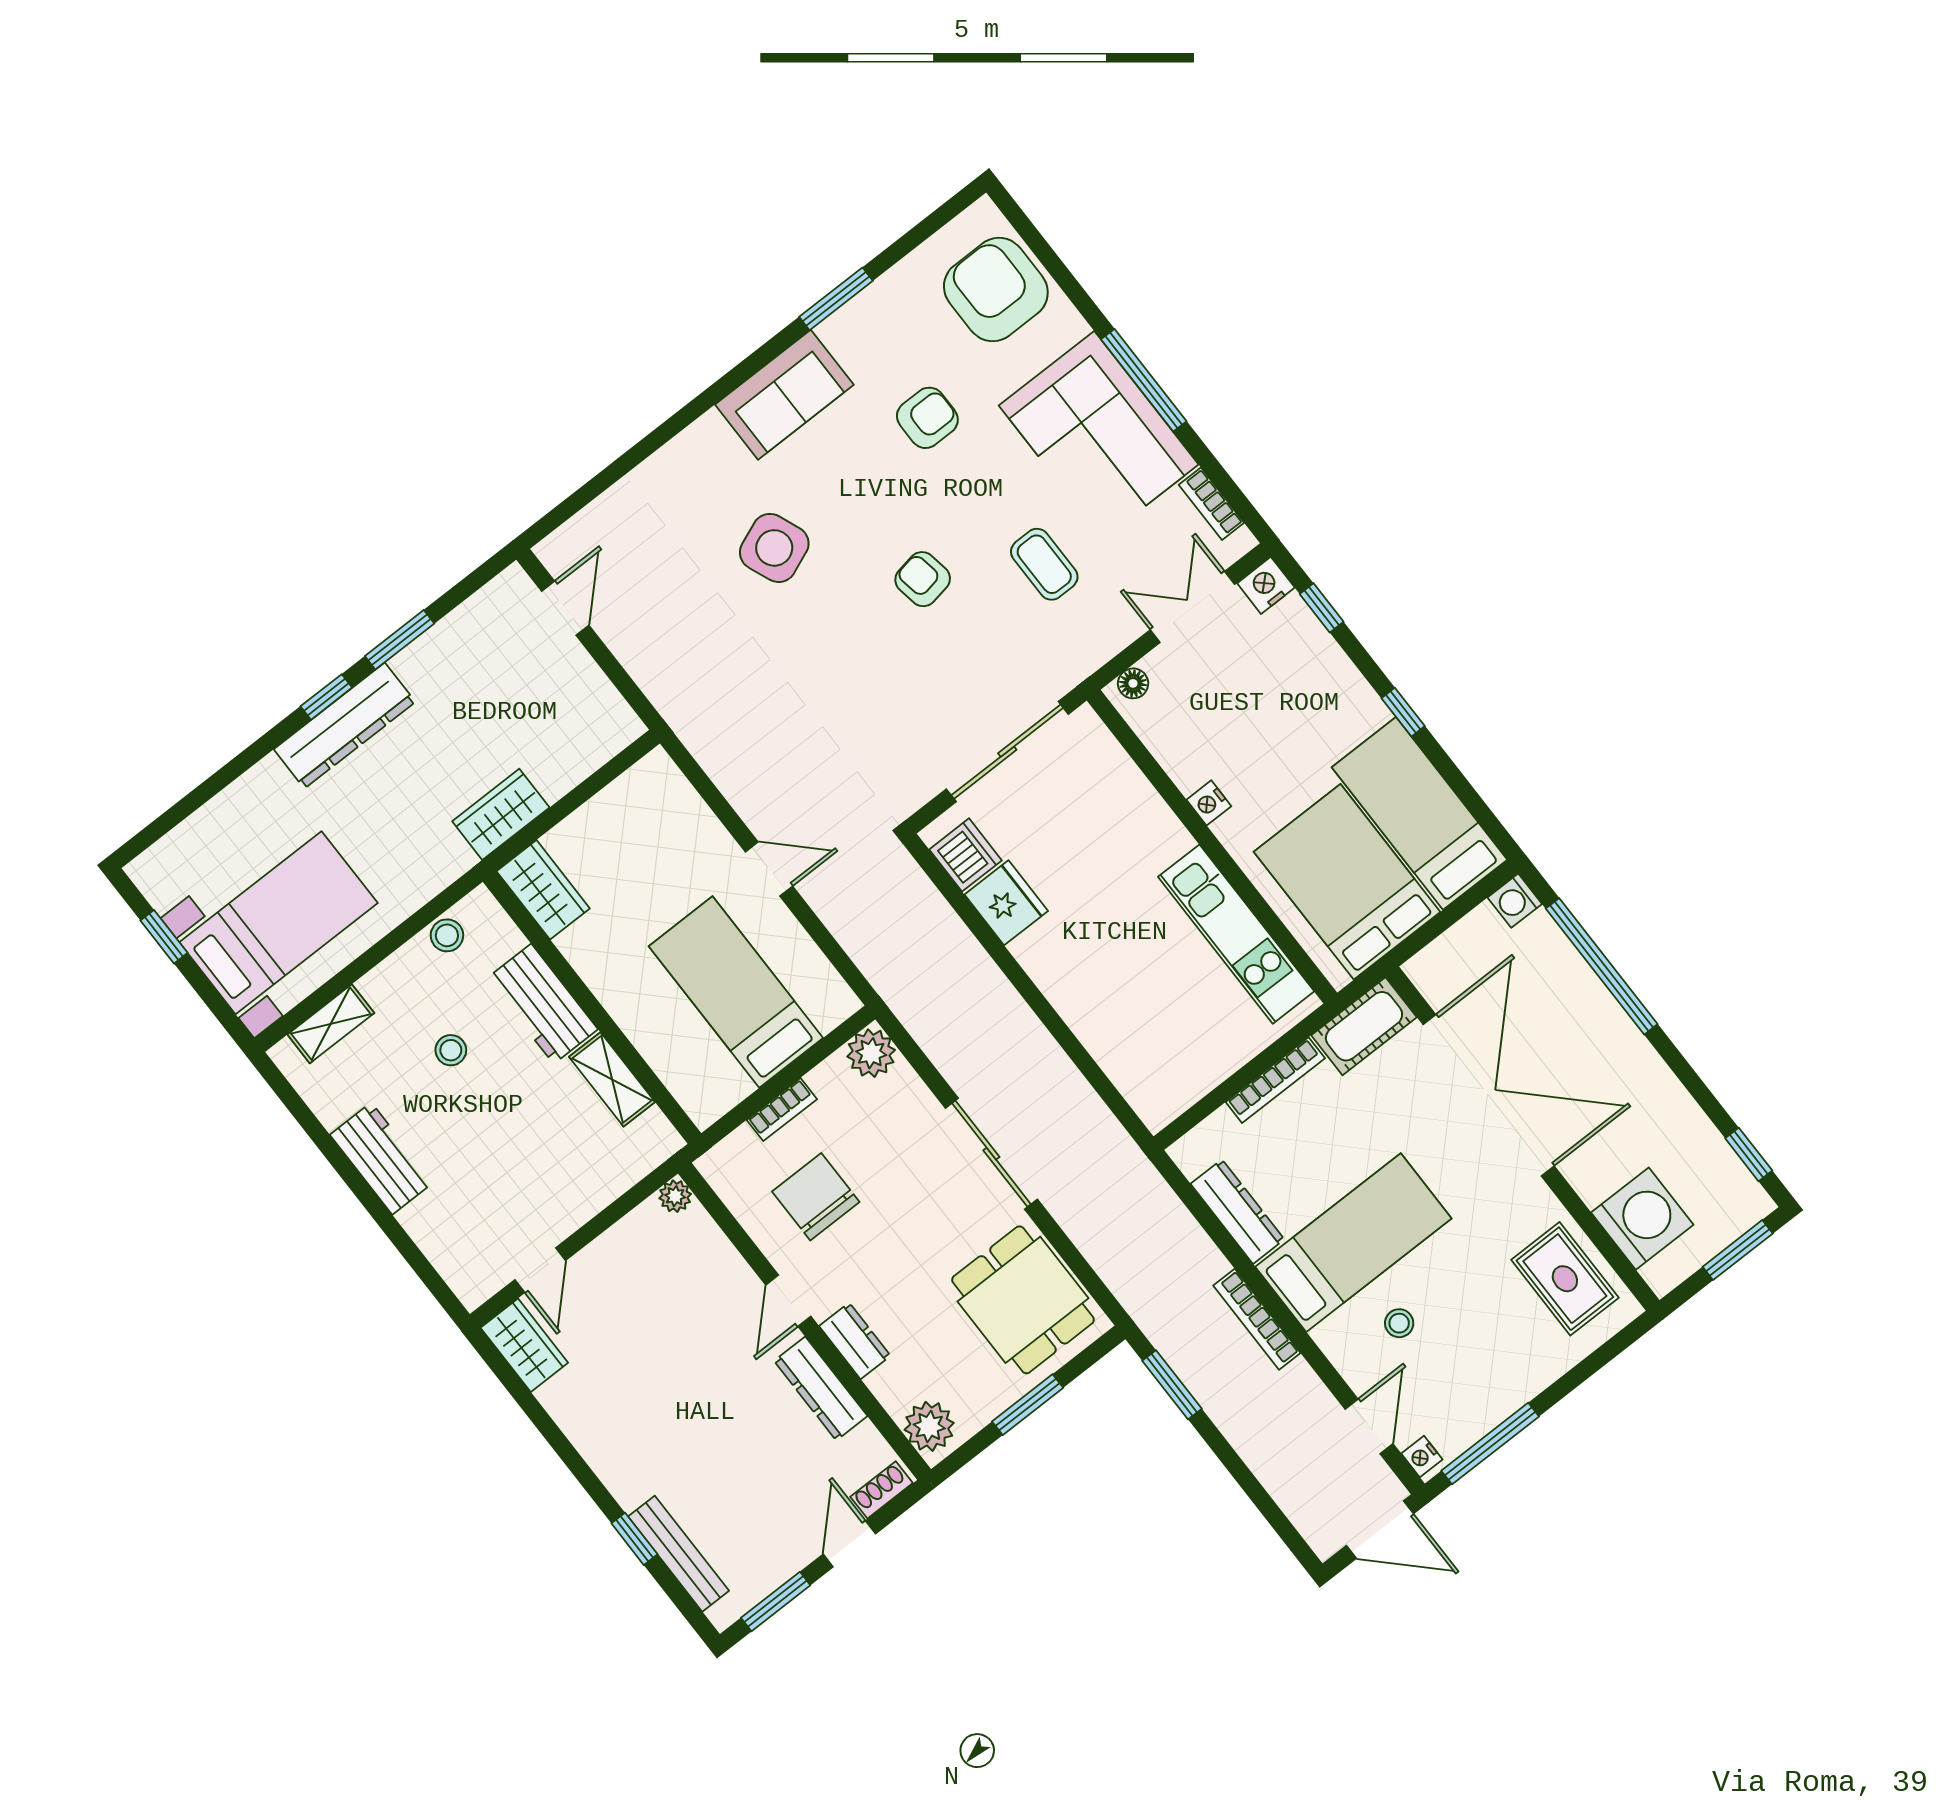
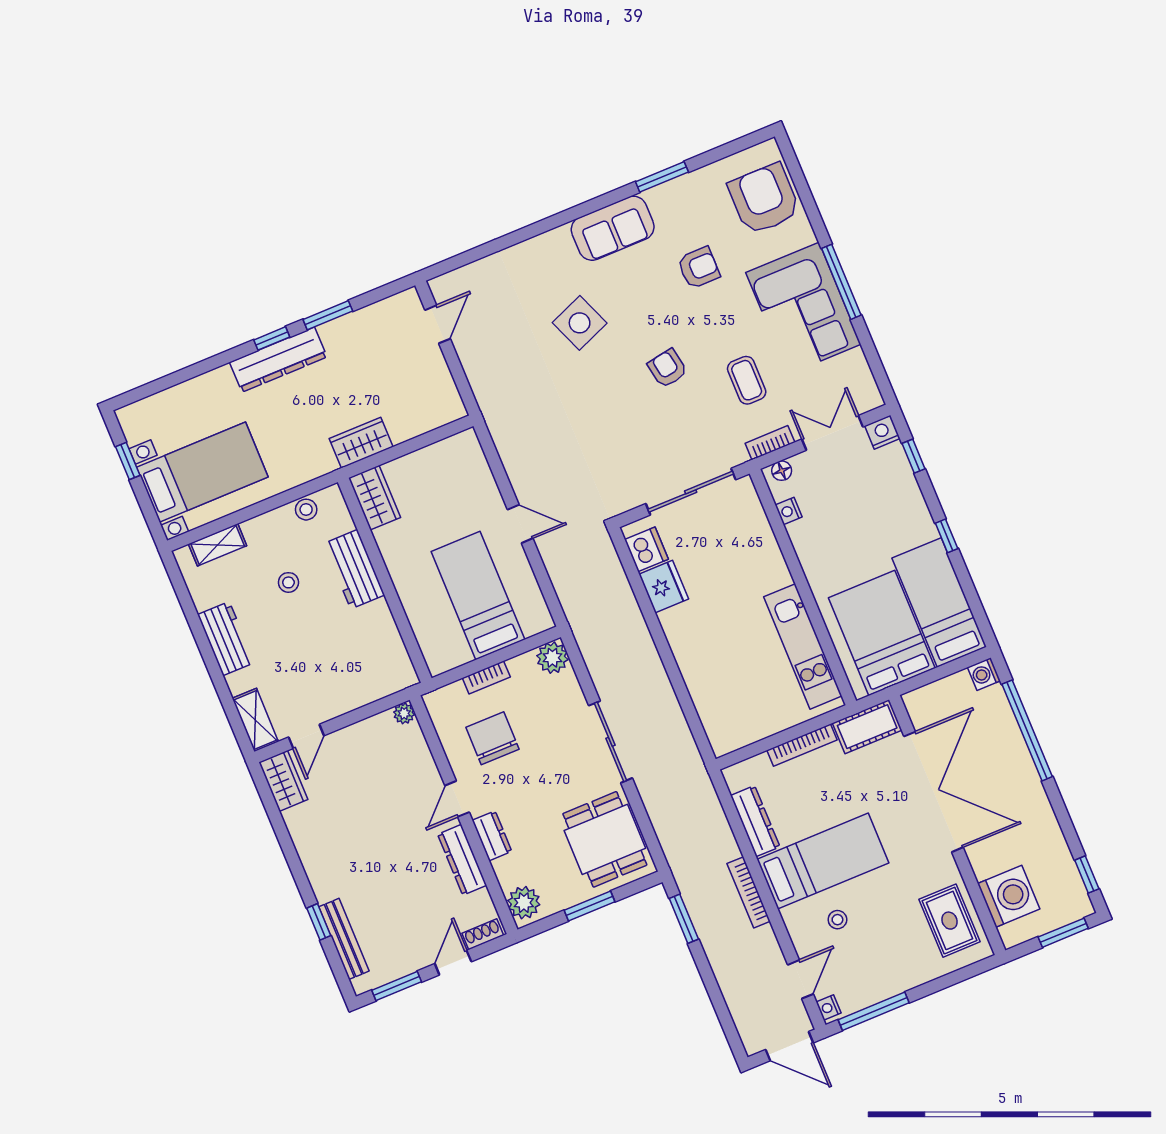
bookcase: (1211, 504) -> (770, 443), moved, turned 90
nightstand: (1209, 803) -> (789, 511), moved
shelving: (612, 1079) -> (255, 720), moved

